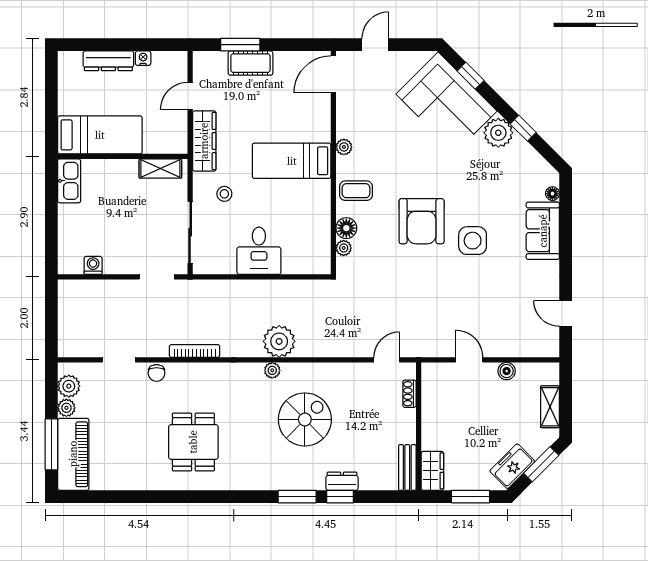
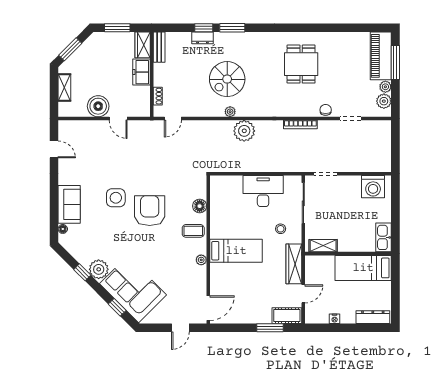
dresser: (108, 61) -> (373, 317), moved
cot: (250, 63) -> (287, 316), moved
plant: (344, 248) -> (201, 193), removed
desk: (259, 251) -> (263, 191), width x1.37
washing machine: (93, 265) -> (373, 187), width x1.89, depth x1.89
plant: (272, 370) -> (230, 112), moved
boiler: (507, 371) -> (98, 106), width x1.86, depth x1.86
freezer: (512, 466) -> (141, 72), moved, turned 135

